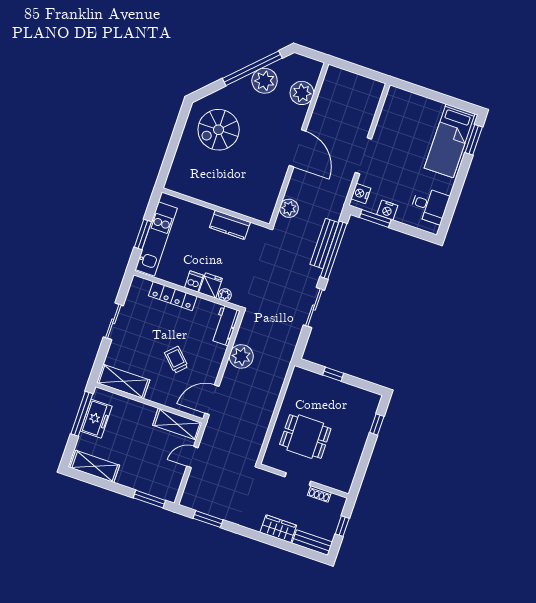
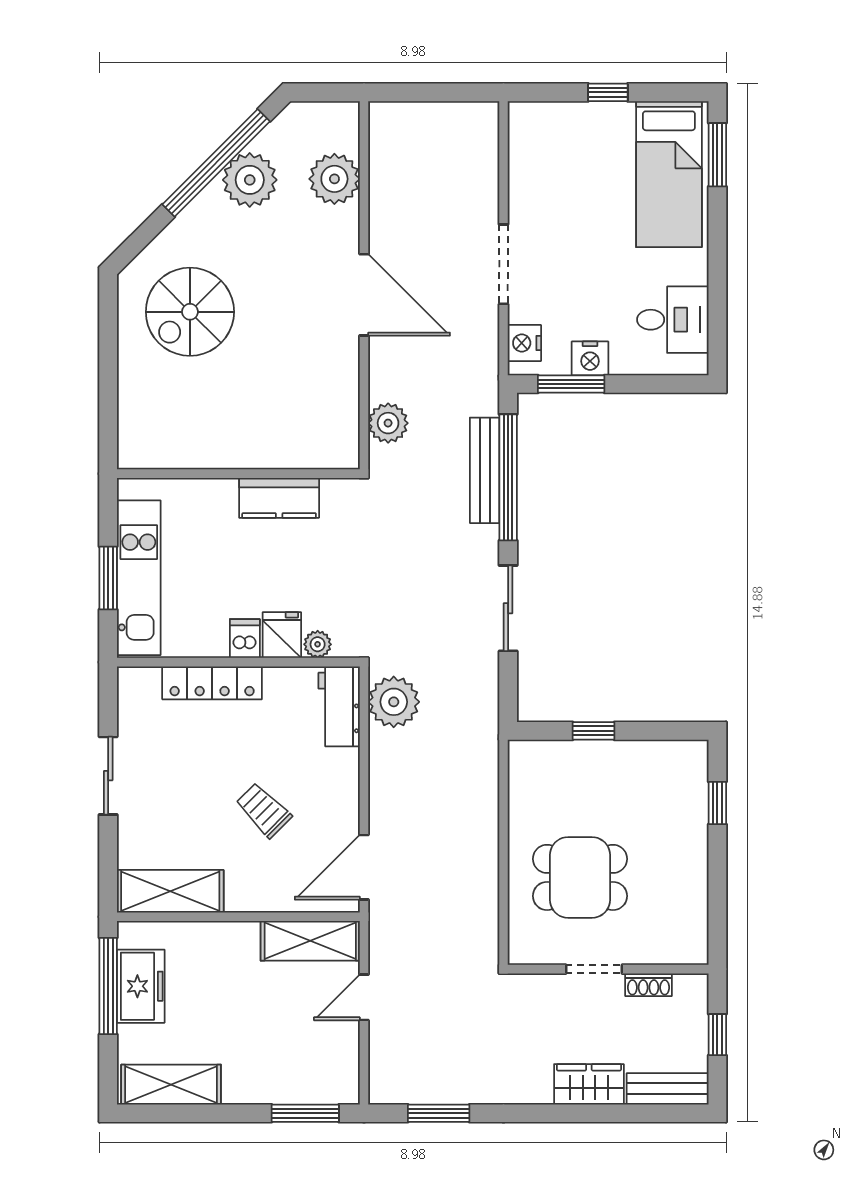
window: (435, 96) -> (608, 92), added
plant: (241, 356) -> (394, 702), moved

